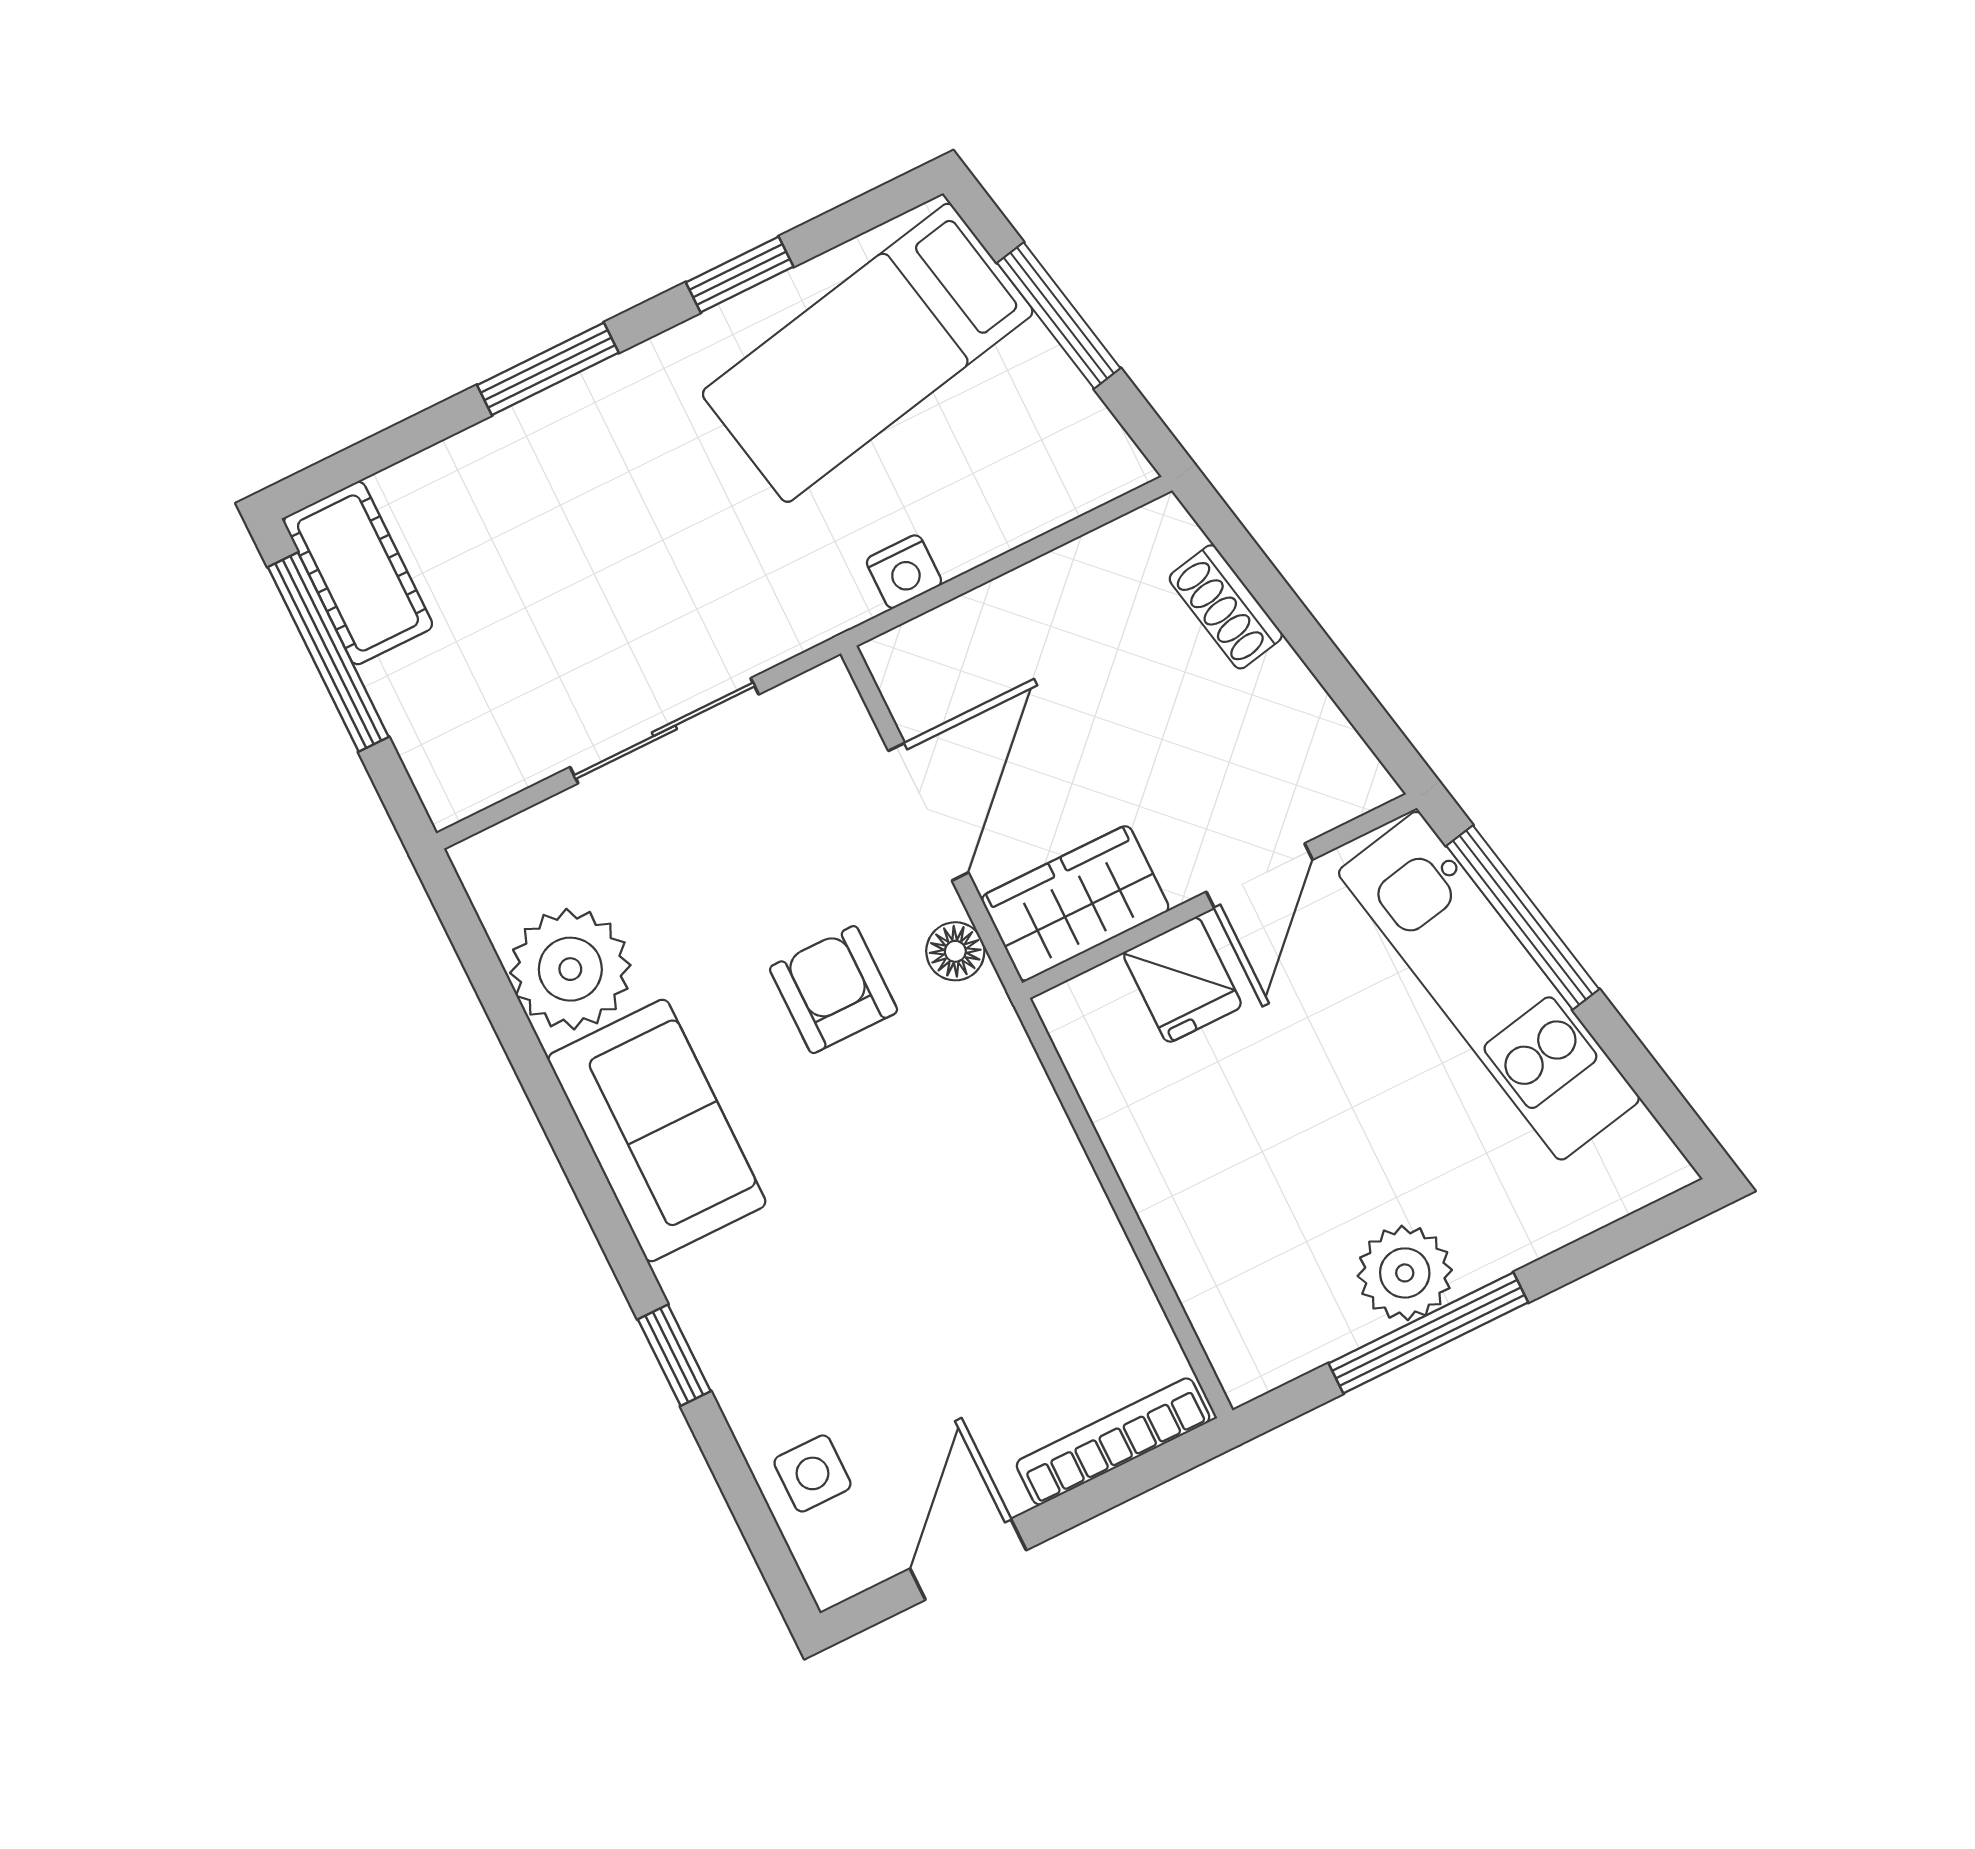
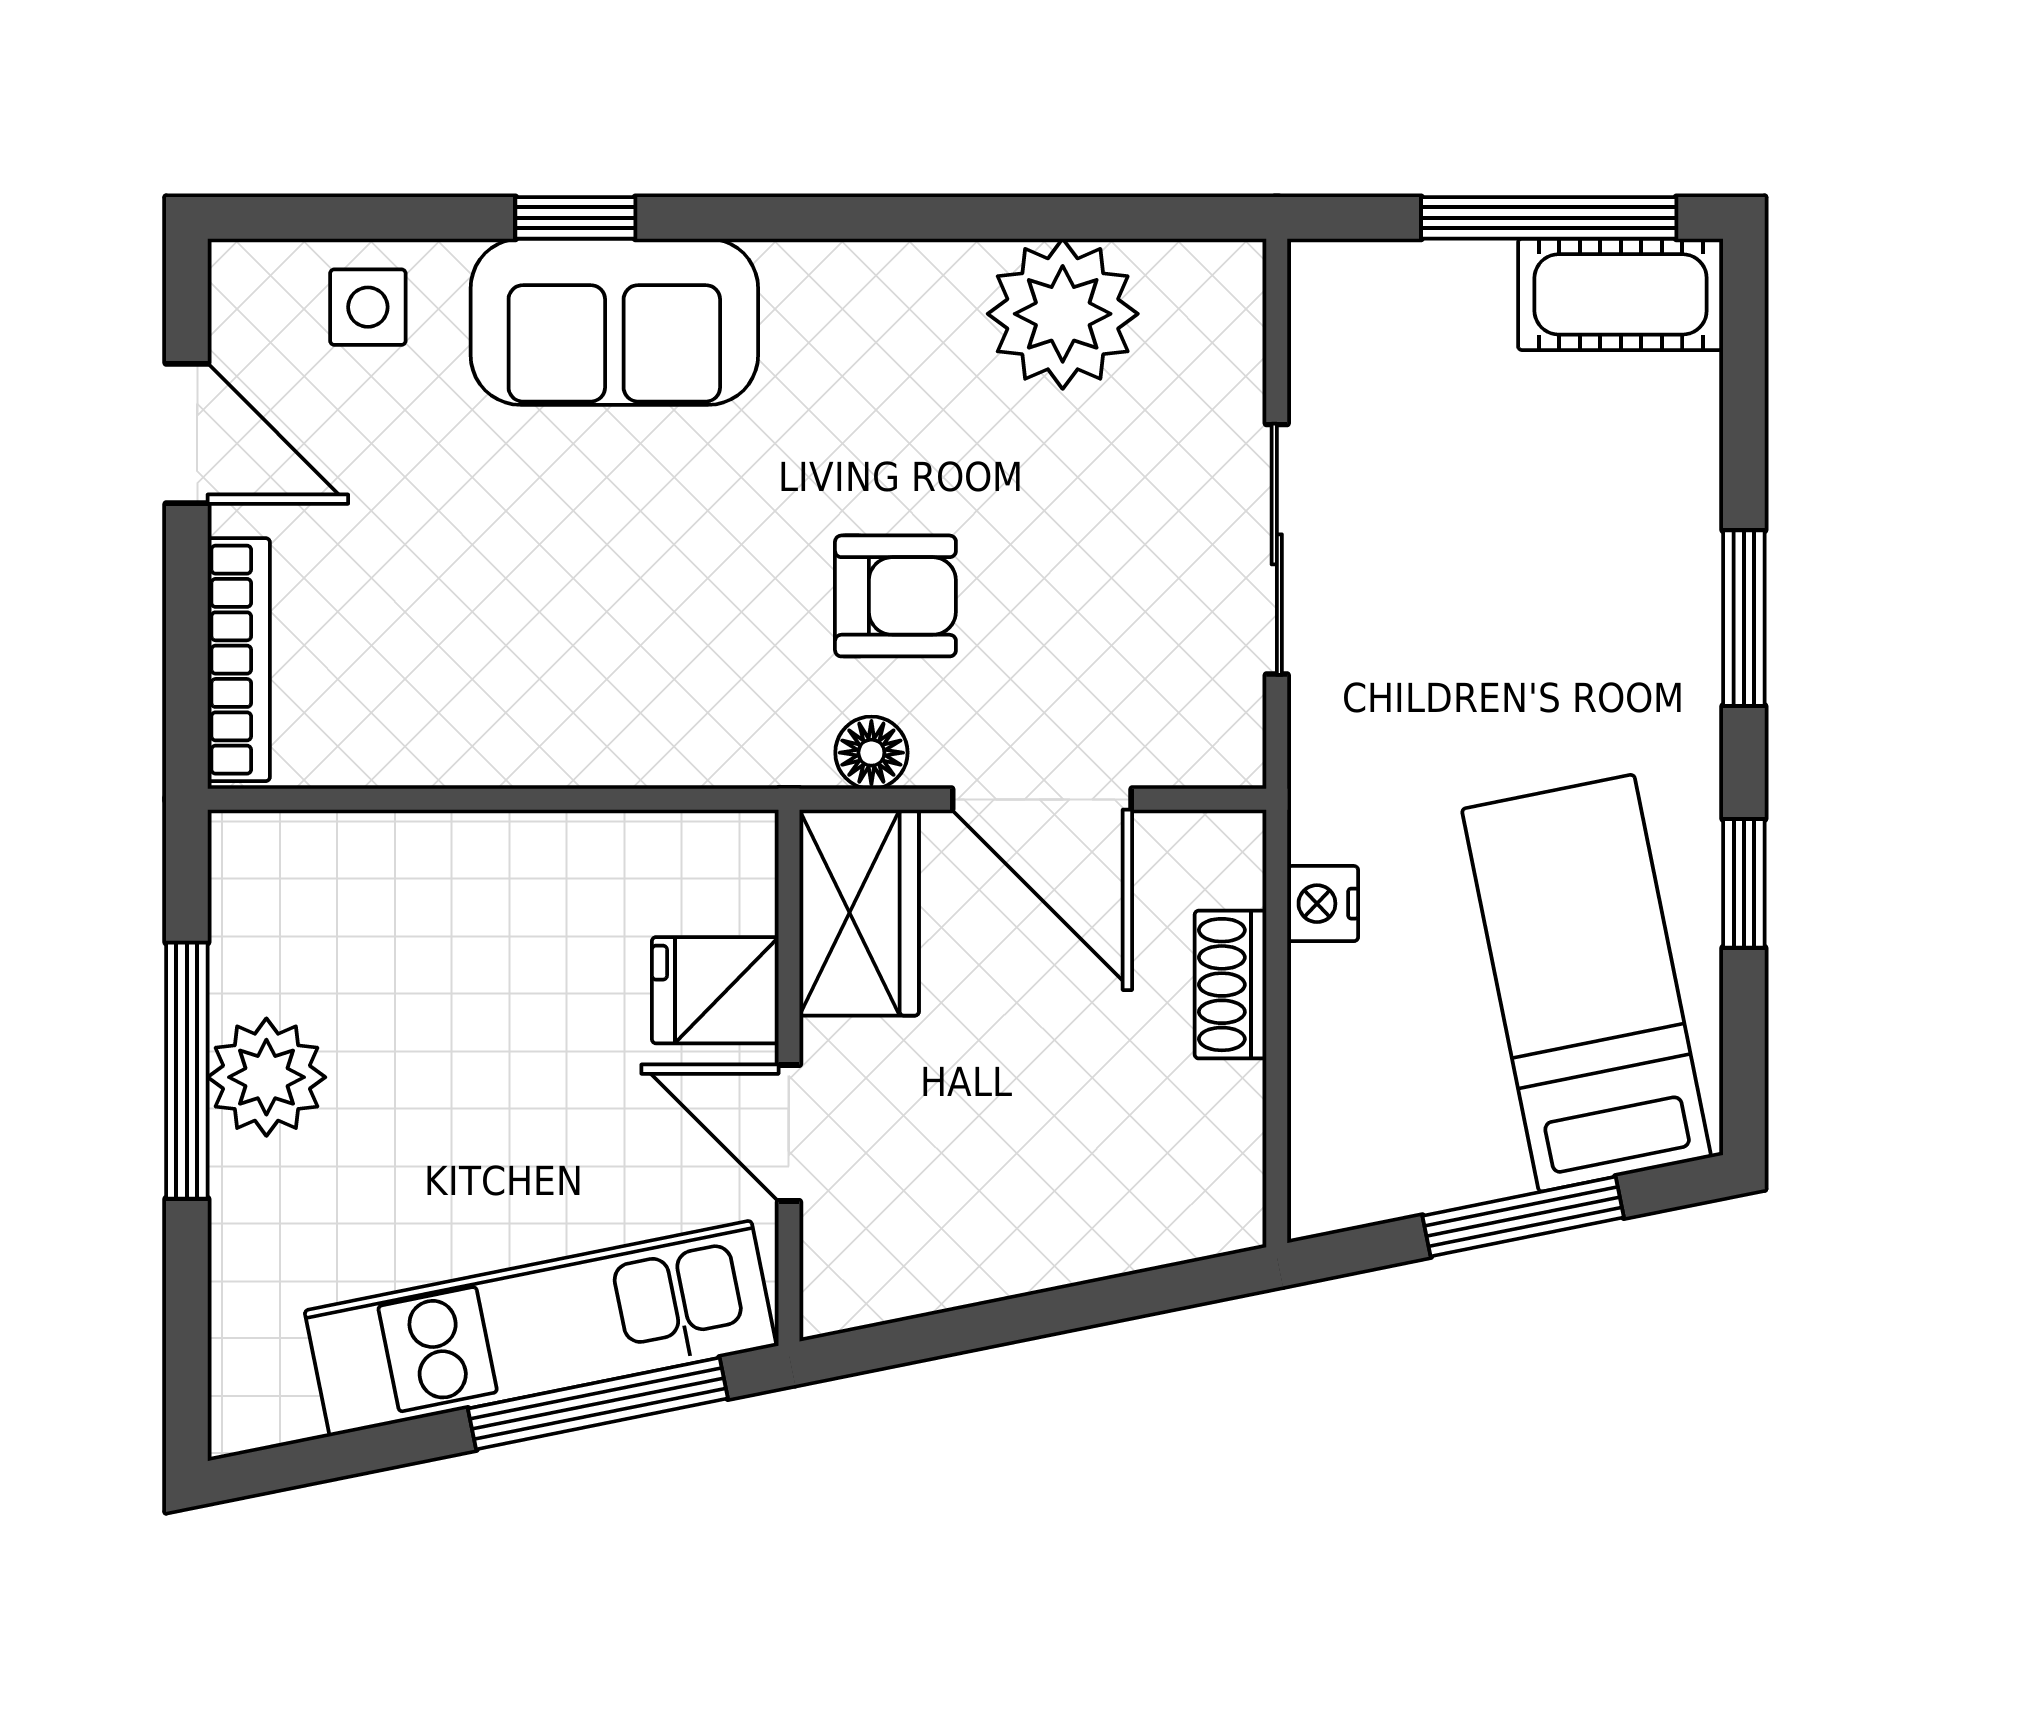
shoe rack: (1226, 607) -> (1231, 985), moved, turned -79
sofa: (657, 1130) -> (614, 322), moved

